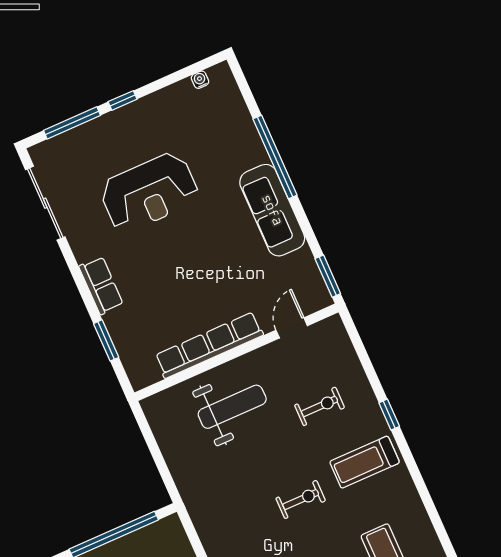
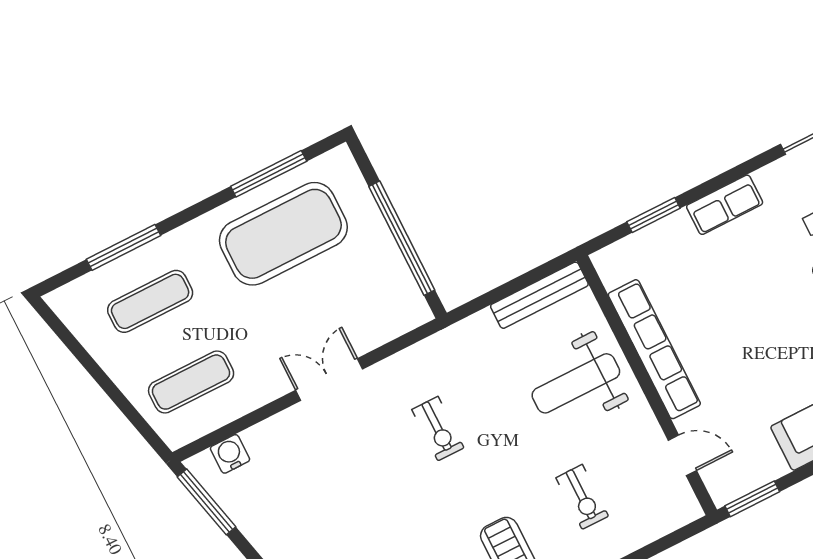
weight bench: (232, 407) -> (576, 383), turned 90
bench: (163, 431) -> (539, 295), added
exercise bike: (301, 500) -> (438, 429), moved

